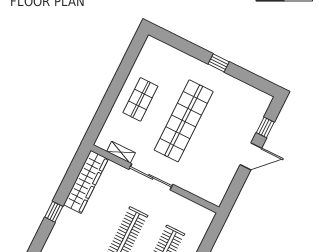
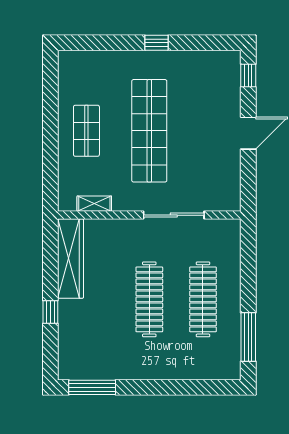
window: (265, 127) -> (248, 76), moved
sliding door: (151, 177) -> (174, 215), moved

